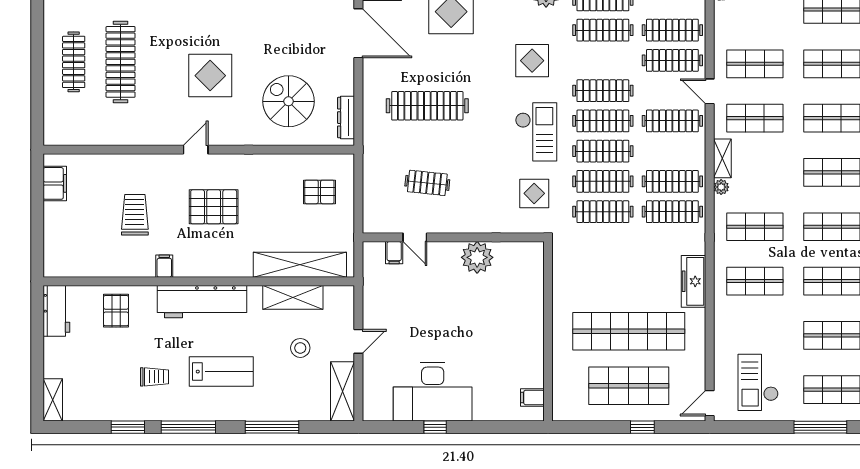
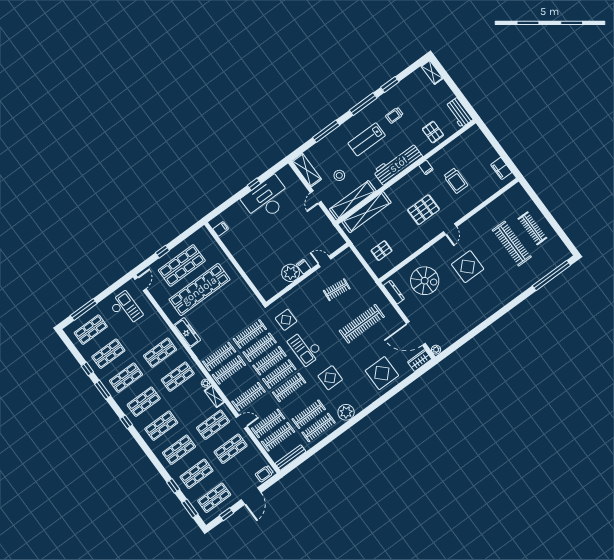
filing cabinet: (394, 253) -> (304, 267), moved
shelving: (293, 297) -> (353, 200), width x1.47

